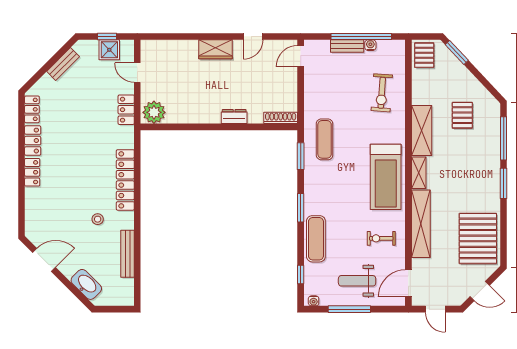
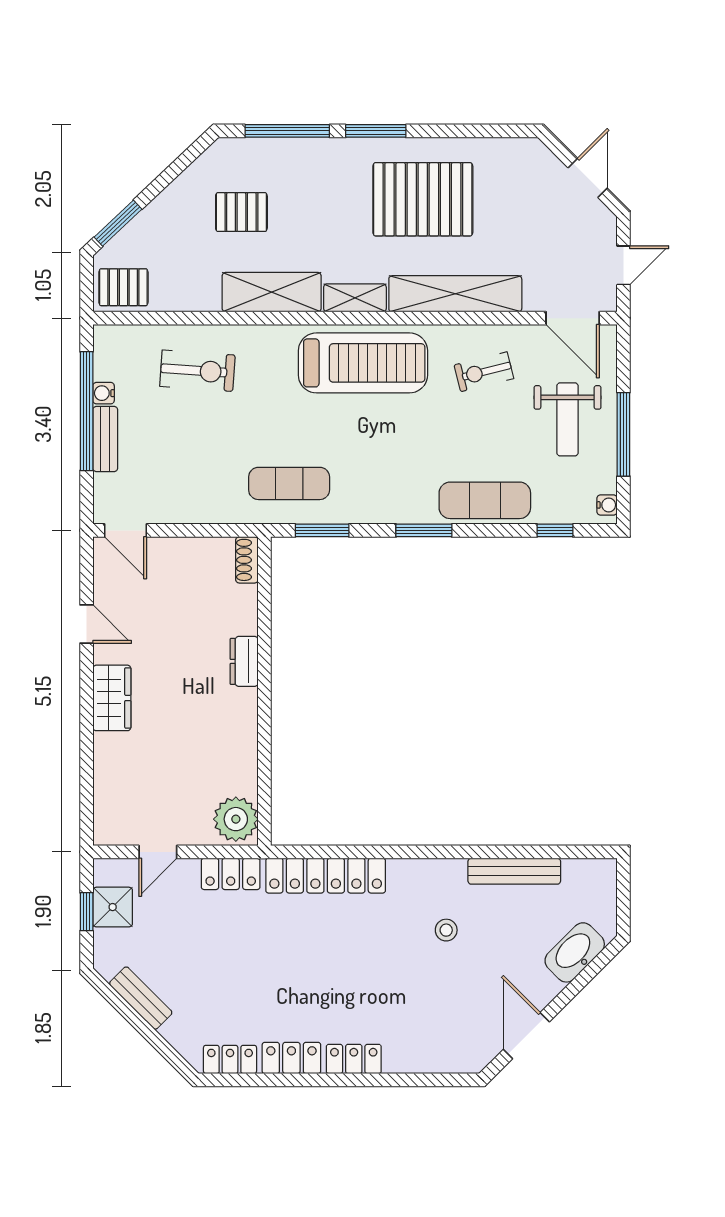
shoe rack: (281, 118) -> (247, 560), width x0.70
locker: (125, 180) -> (326, 876), moved
exercise bike: (381, 238) -> (484, 372), turned 76
pallet: (478, 238) -> (423, 199), moved

